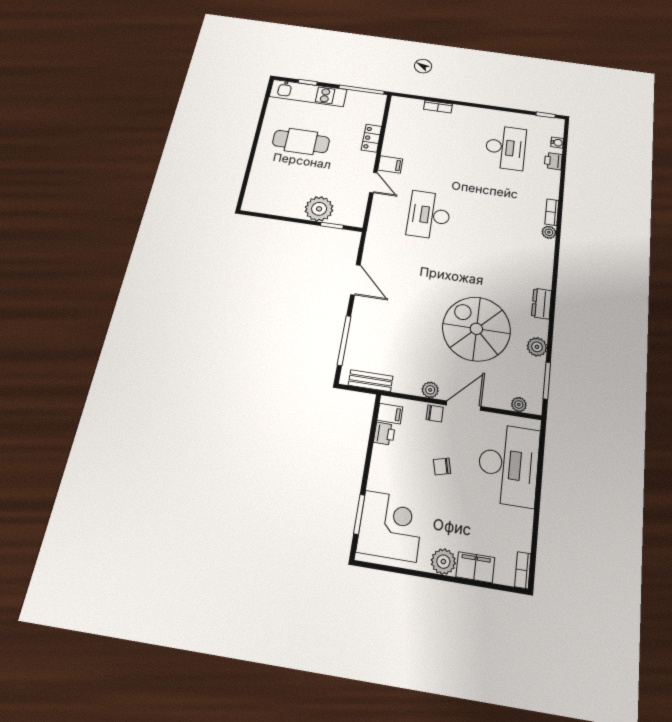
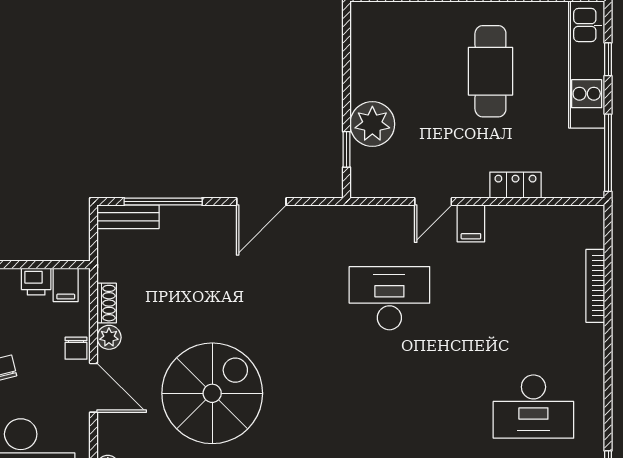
bookcase: (438, 107) -> (595, 286), width x1.56
bench: (370, 381) -> (128, 217), moved, turned 90
shoe rack: (407, 388) -> (107, 303), added

